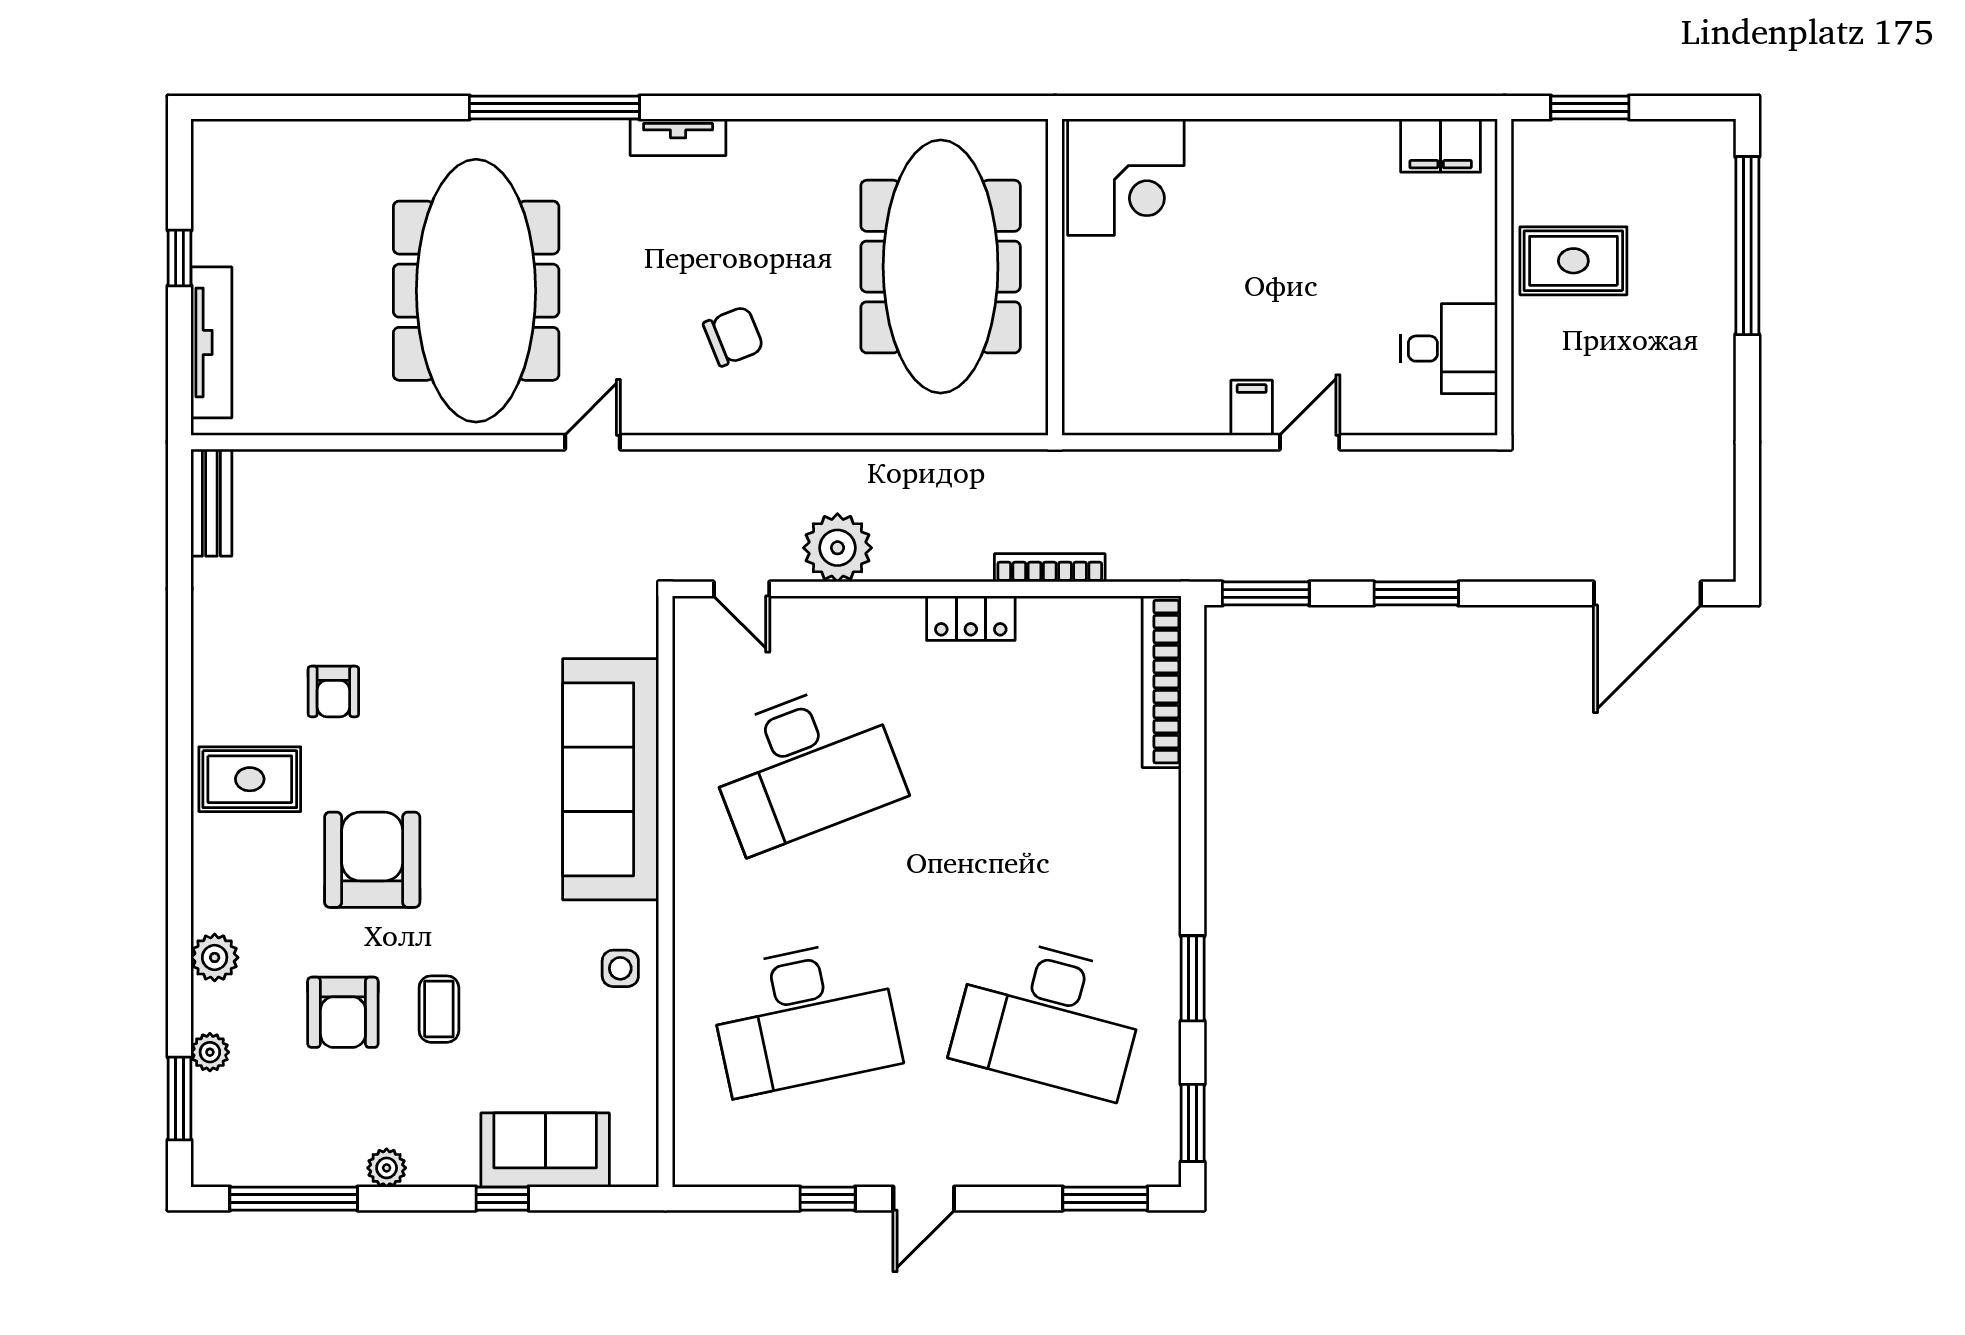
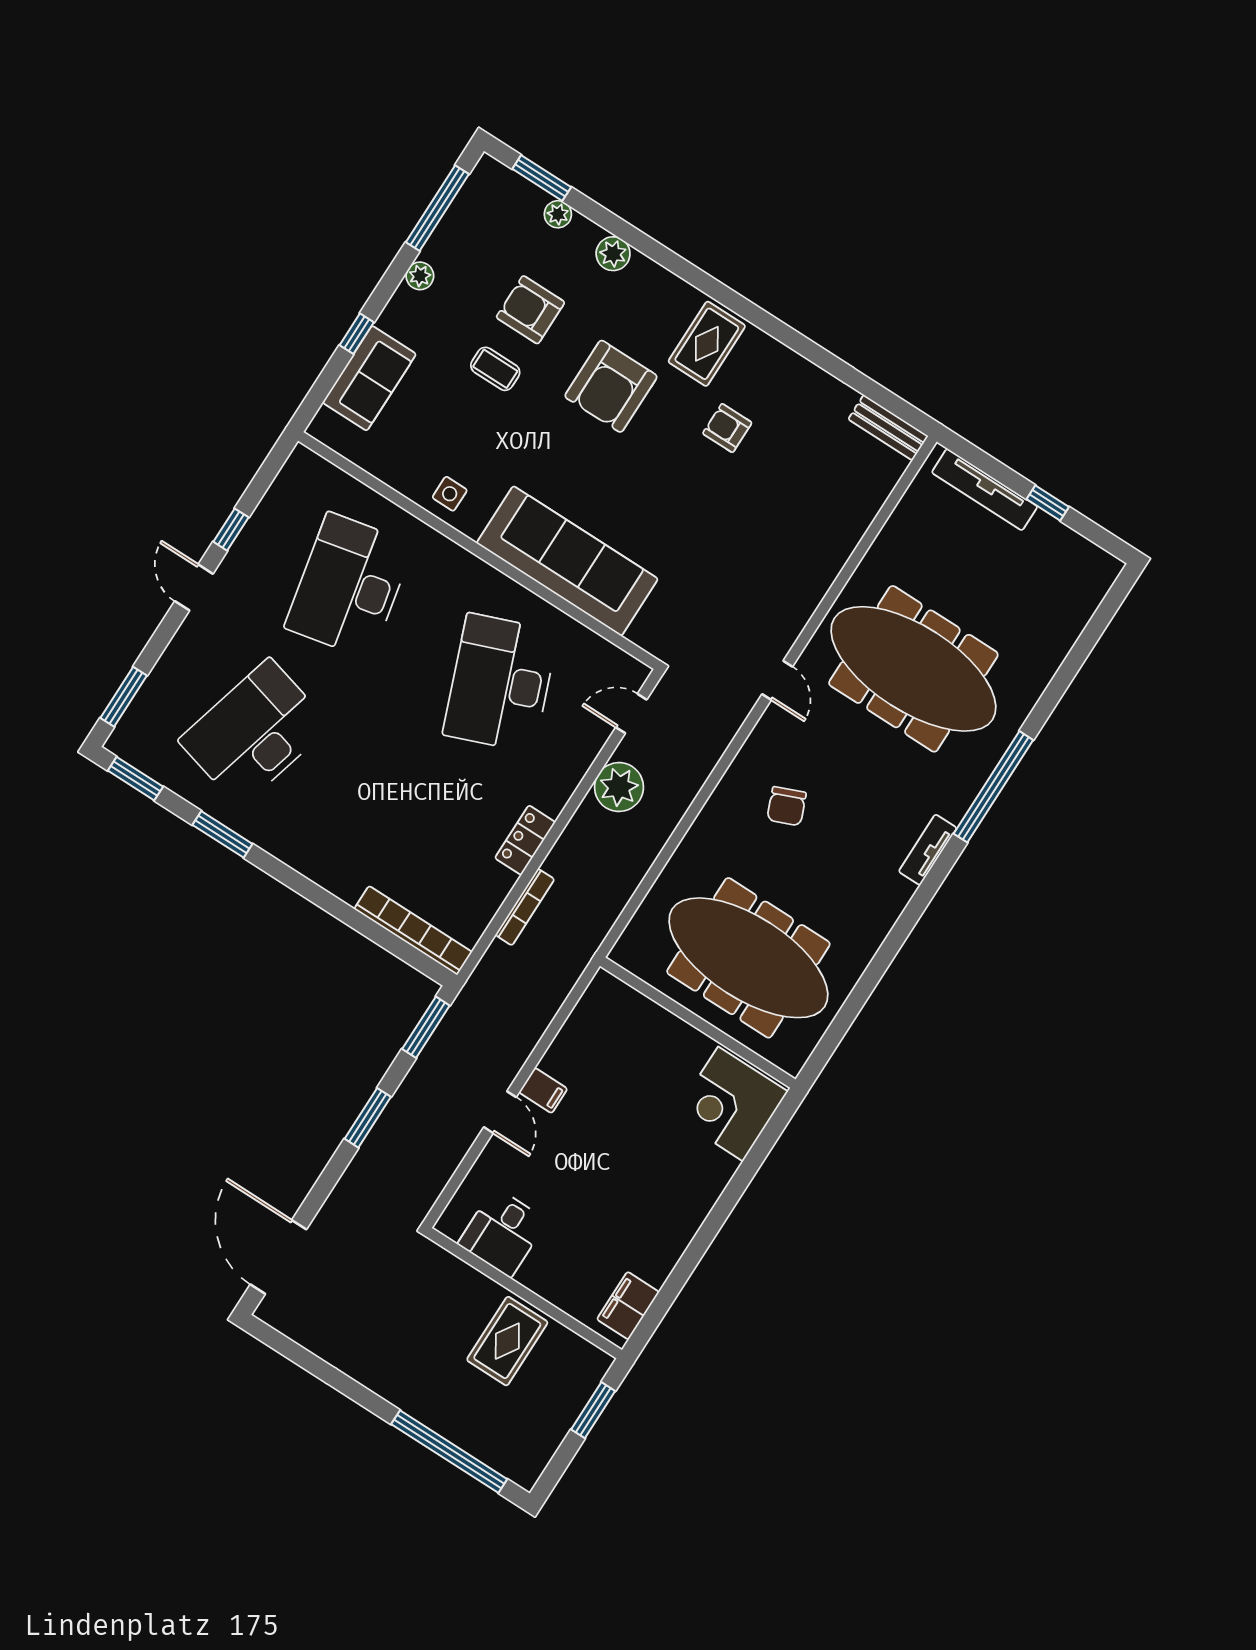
armchair: (372, 860) -> (611, 386), turned 90

